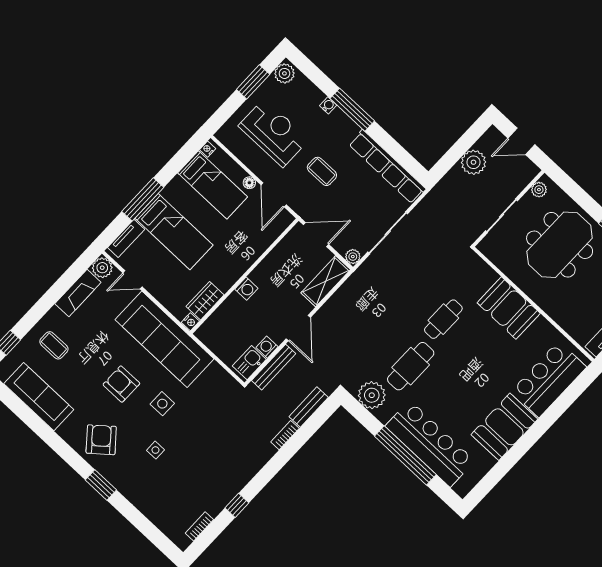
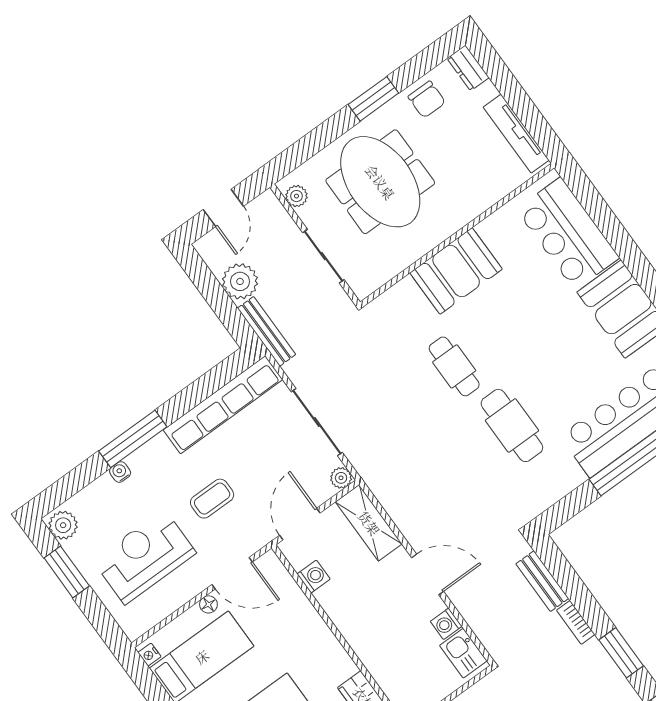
washing machine: (246, 289) -> (314, 577), moved
bench: (274, 367) -> (267, 331), moved
plant: (372, 395) -> (543, 488), removed
window: (270, 470) -> (621, 653), added

